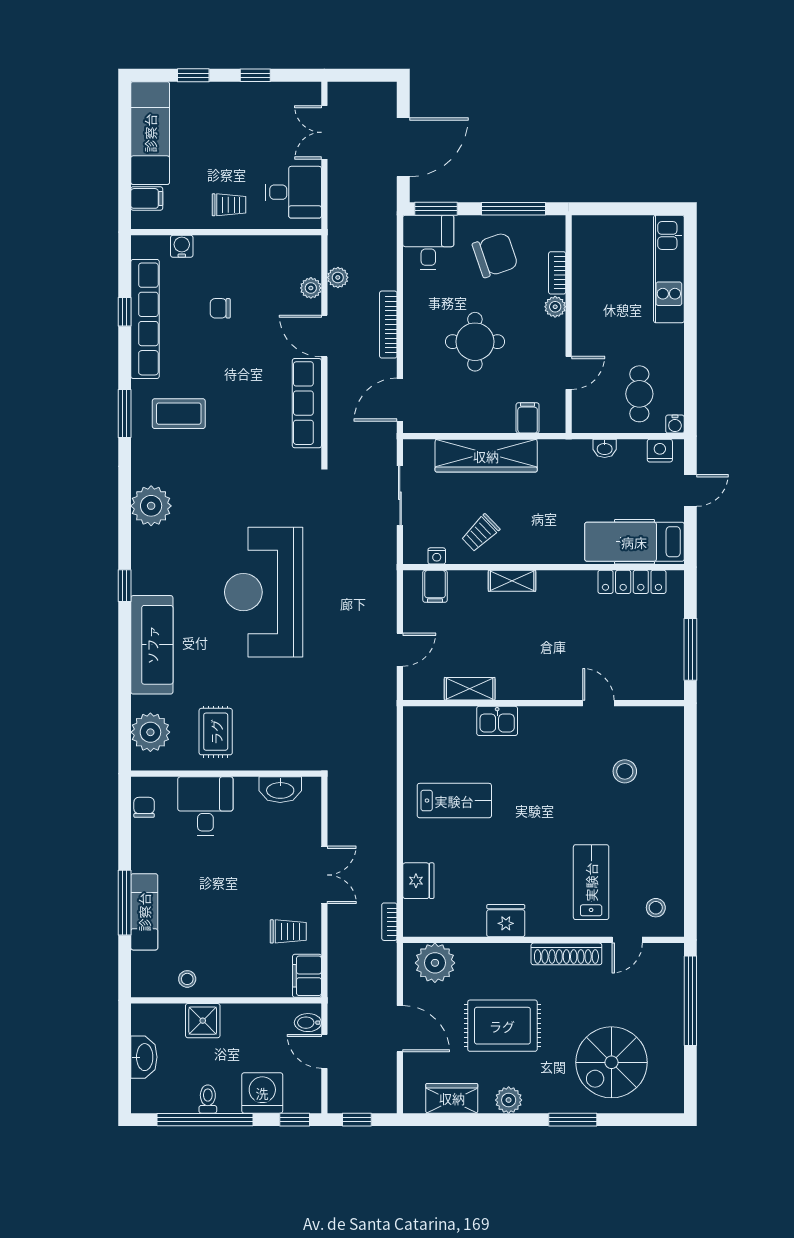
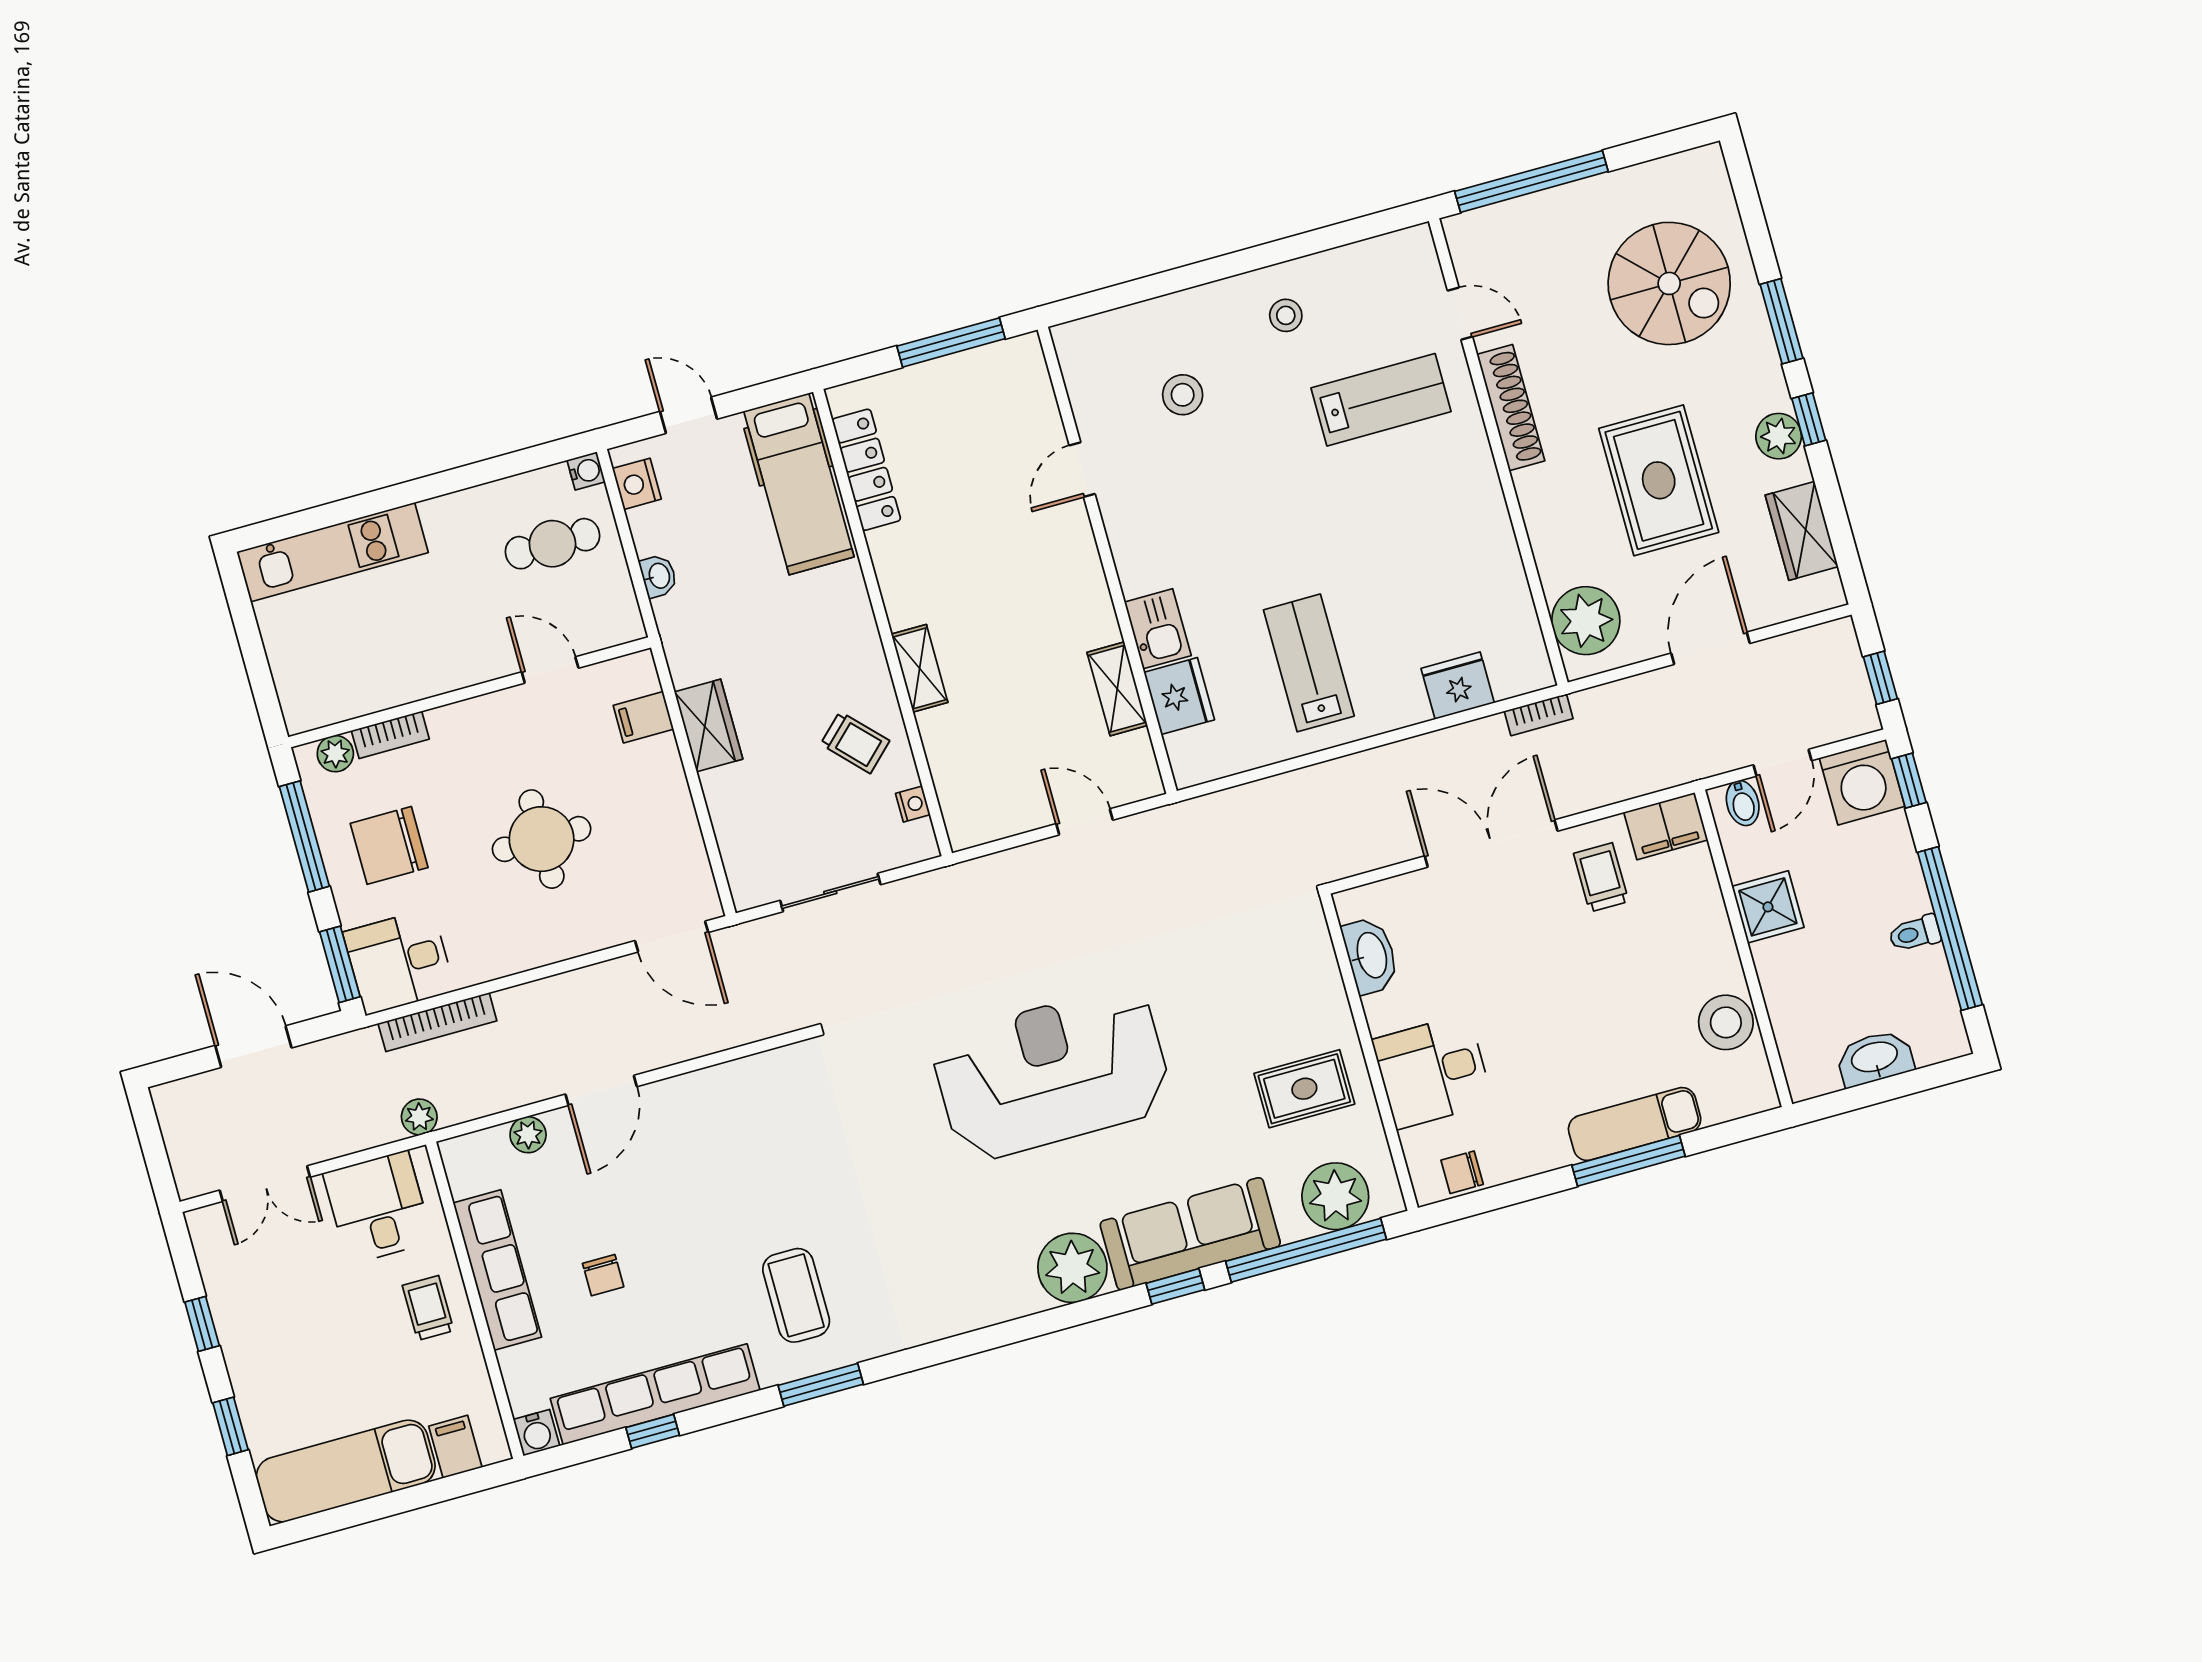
door: (403, 147) -> (253, 1047), width x0.73
water cooler: (182, 246) -> (536, 1433), moved, turned -90
chair: (495, 255) -> (389, 845), turned -71
plant: (338, 277) -> (419, 1117), moved
plant: (555, 307) -> (335, 754), moved
bookcase: (388, 325) -> (437, 1022), moved
row of seats: (307, 403) -> (497, 1270), moved, turned -90
wardrobe: (486, 456) -> (709, 725), width x0.48, depth x0.85
plant: (151, 506) -> (1072, 1268), moved
window: (125, 586) -> (1175, 1286), moved
filing cabinet: (435, 586) -> (964, 793), removed
reception desk: (264, 592) -> (1052, 1073), turned 180
window: (125, 707) -> (1306, 1250), added
double door: (324, 875) -> (1491, 844), width x1.37
lab bench: (591, 882) -> (1381, 400), turned 180
stool: (656, 908) -> (1286, 315), moved
fridge: (506, 921) -> (1179, 696), moved, turned 180
stool: (187, 979) -> (1726, 1022), width x1.89, depth x1.89
shower: (203, 1021) -> (1768, 907), moved
washing machine: (262, 1093) -> (1862, 782), moved, turned -90
window: (513, 1120) -> (1809, 419), added

